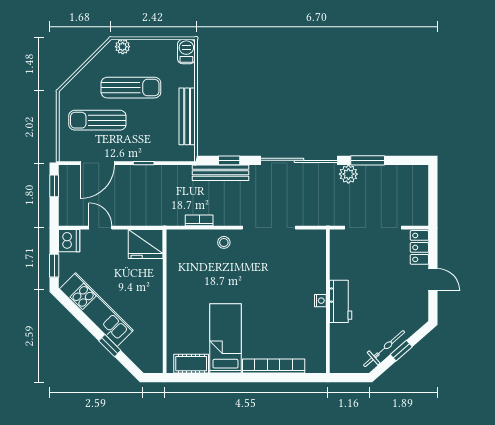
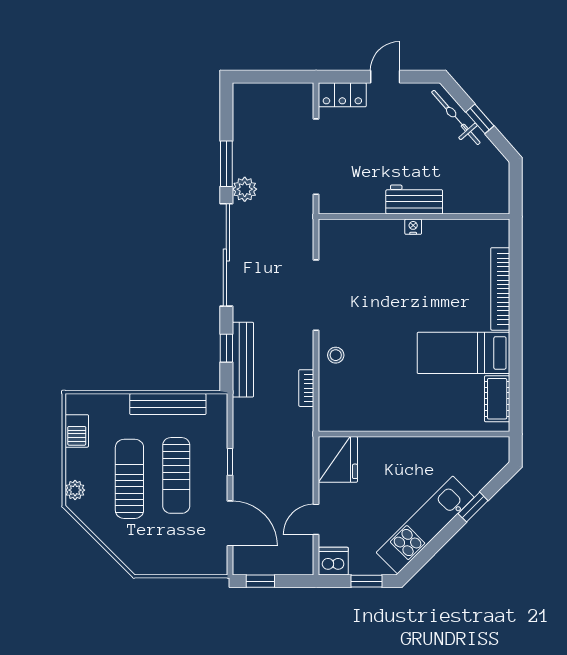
barbecue: (186, 52) -> (77, 431), moved, turned -90
sun lounger: (97, 120) -> (176, 475), moved
bicycle: (384, 349) -> (456, 117), moved

